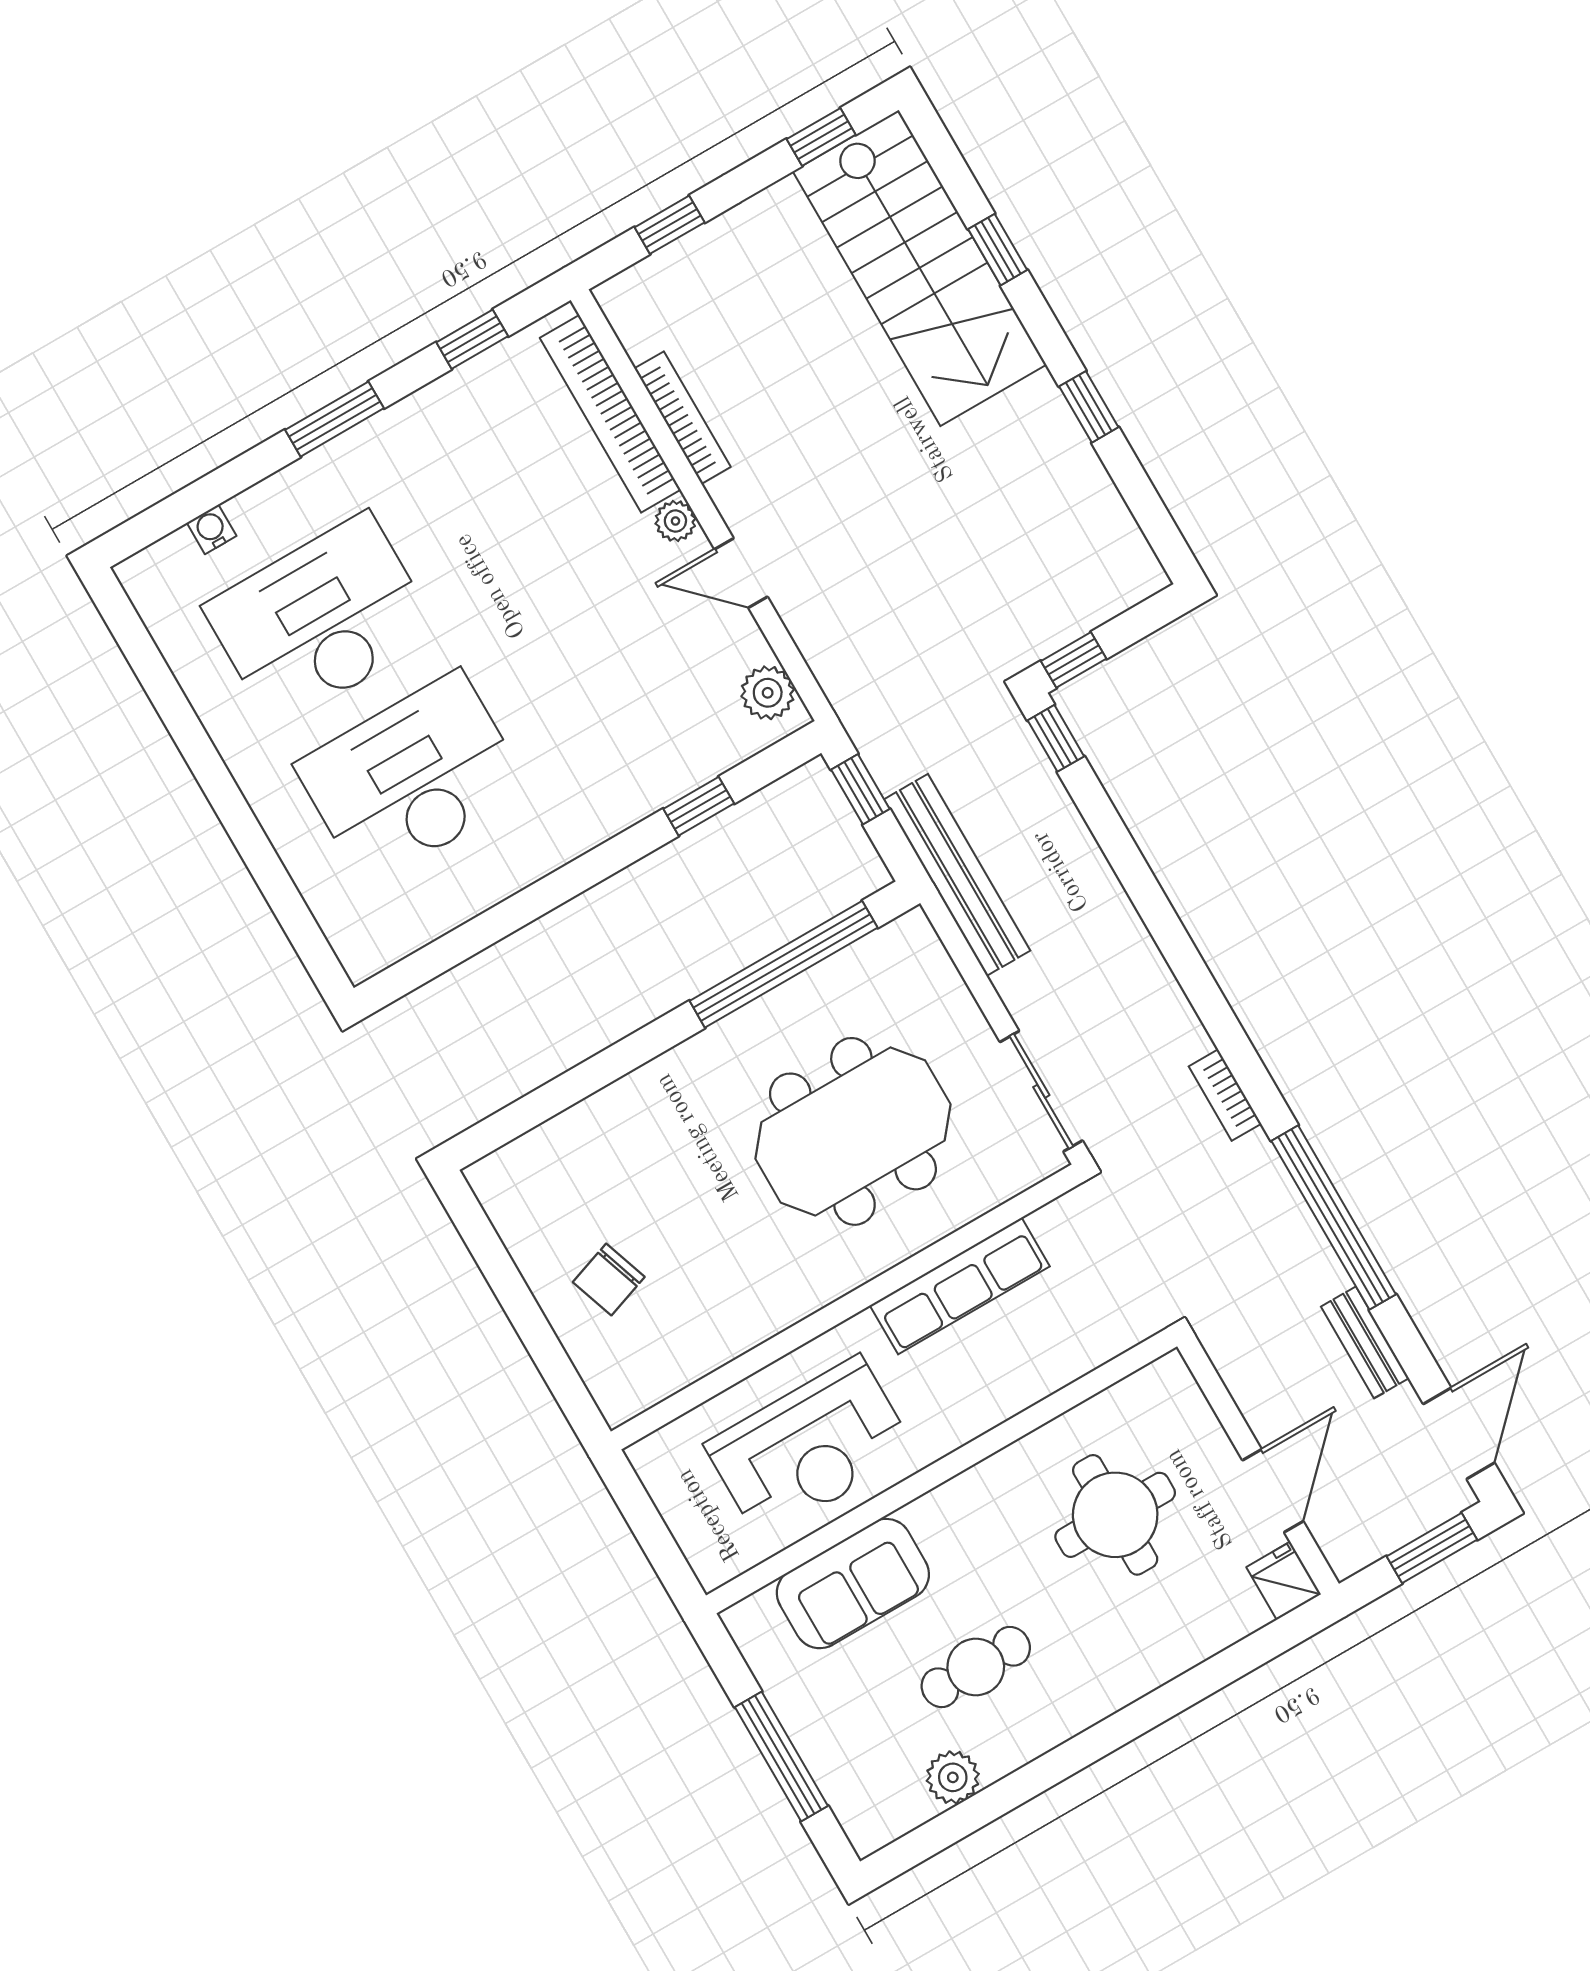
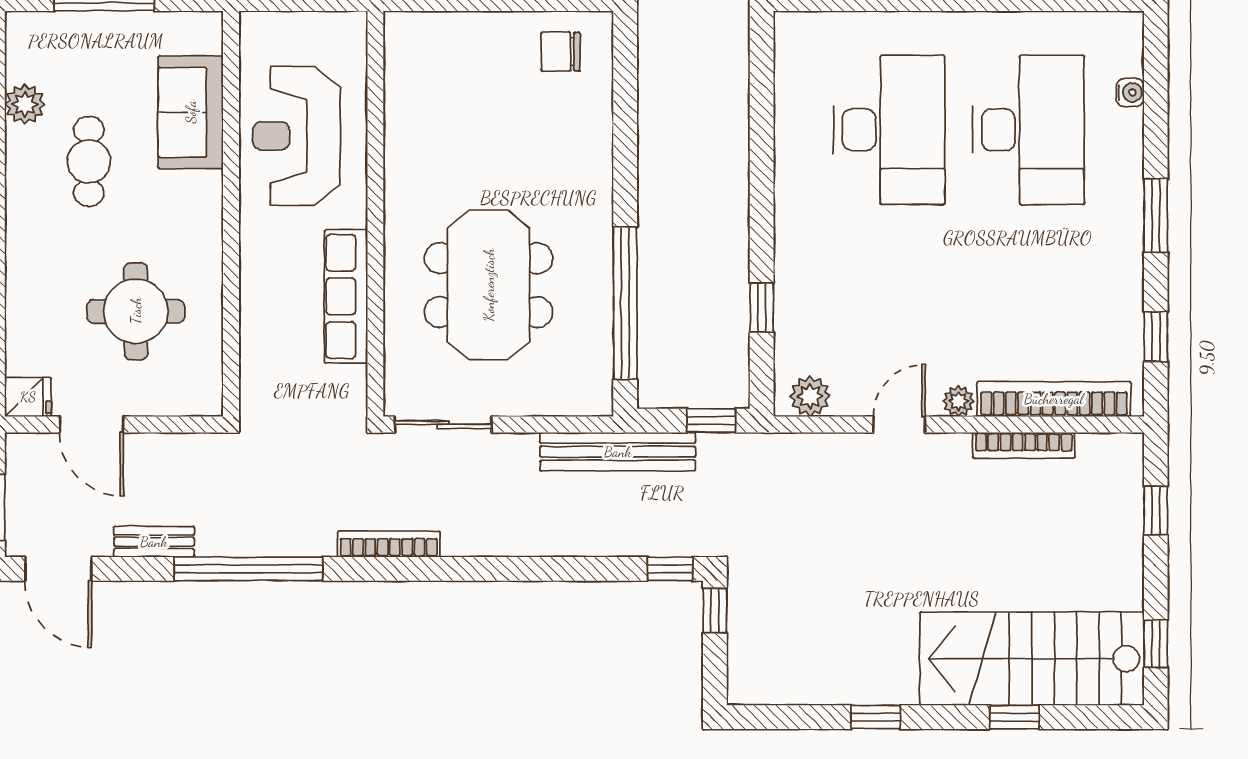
bookcase: (1225, 1095) -> (389, 544), width x1.56
chair: (609, 1279) -> (560, 52), moved, turned -71

